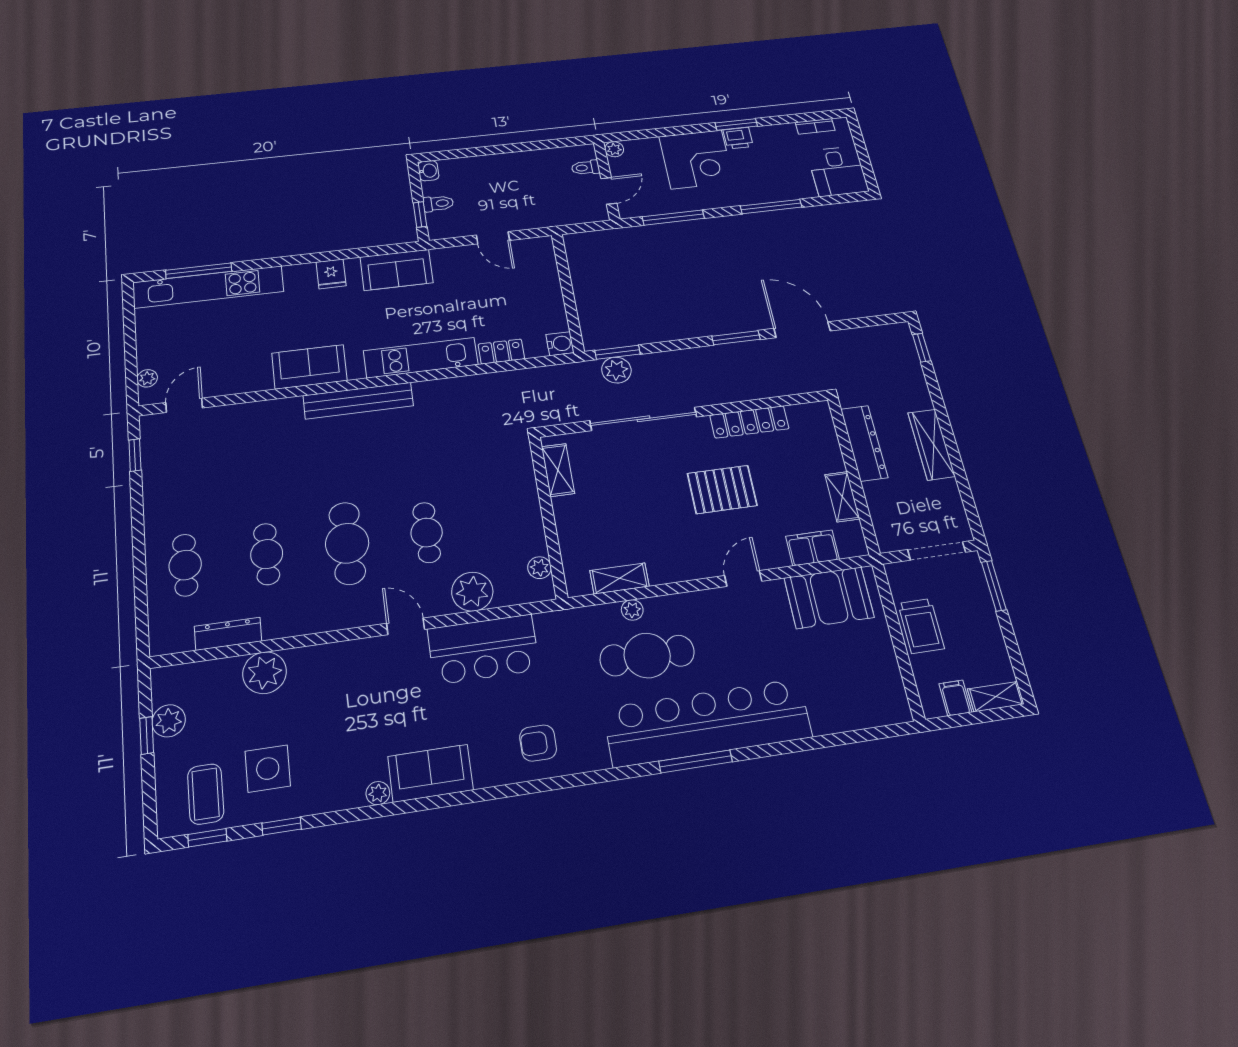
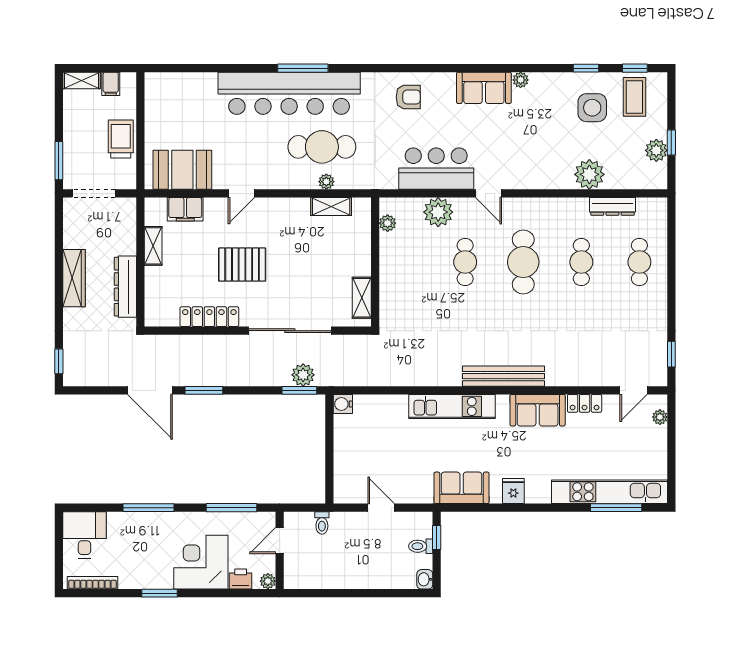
bookcase: (815, 126) -> (92, 583), width x1.56
printer: (738, 138) -> (241, 579), moved
toilet: (586, 168) -> (322, 523), moved, turned 90
locker: (501, 351) -> (585, 403), moved

